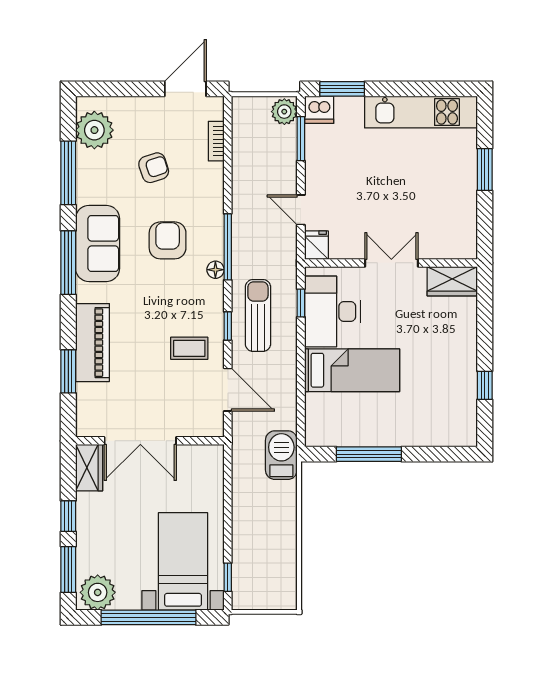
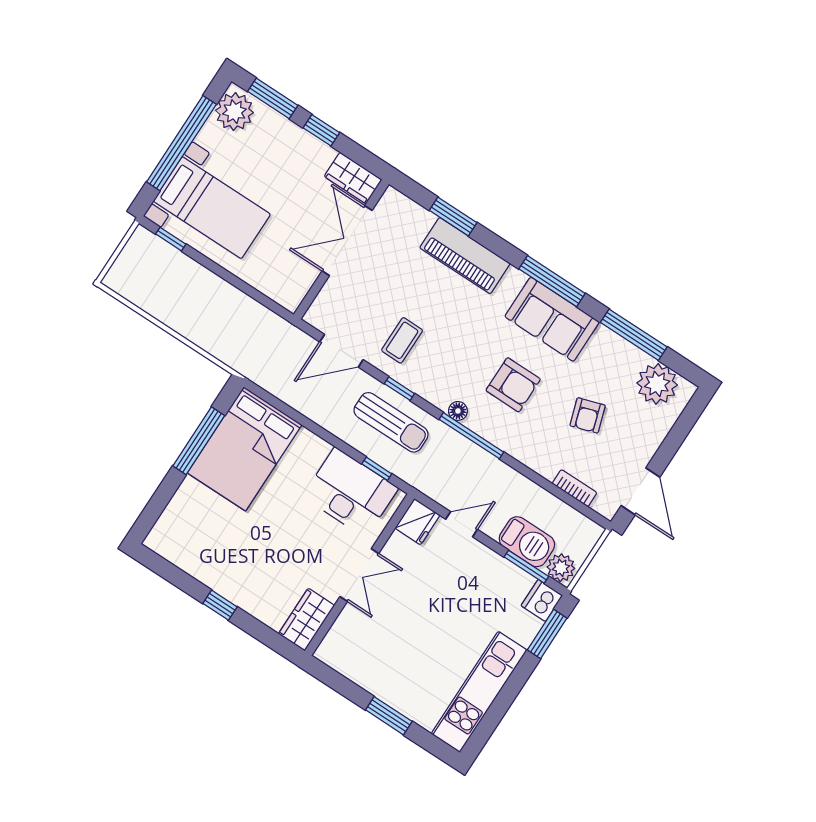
fridge: (316, 245) -> (417, 522), width x1.38
bed: (352, 370) -> (245, 449), moved, width x1.50
window: (485, 385) -> (220, 605), moved
barbecue: (281, 455) -> (527, 542), moved

